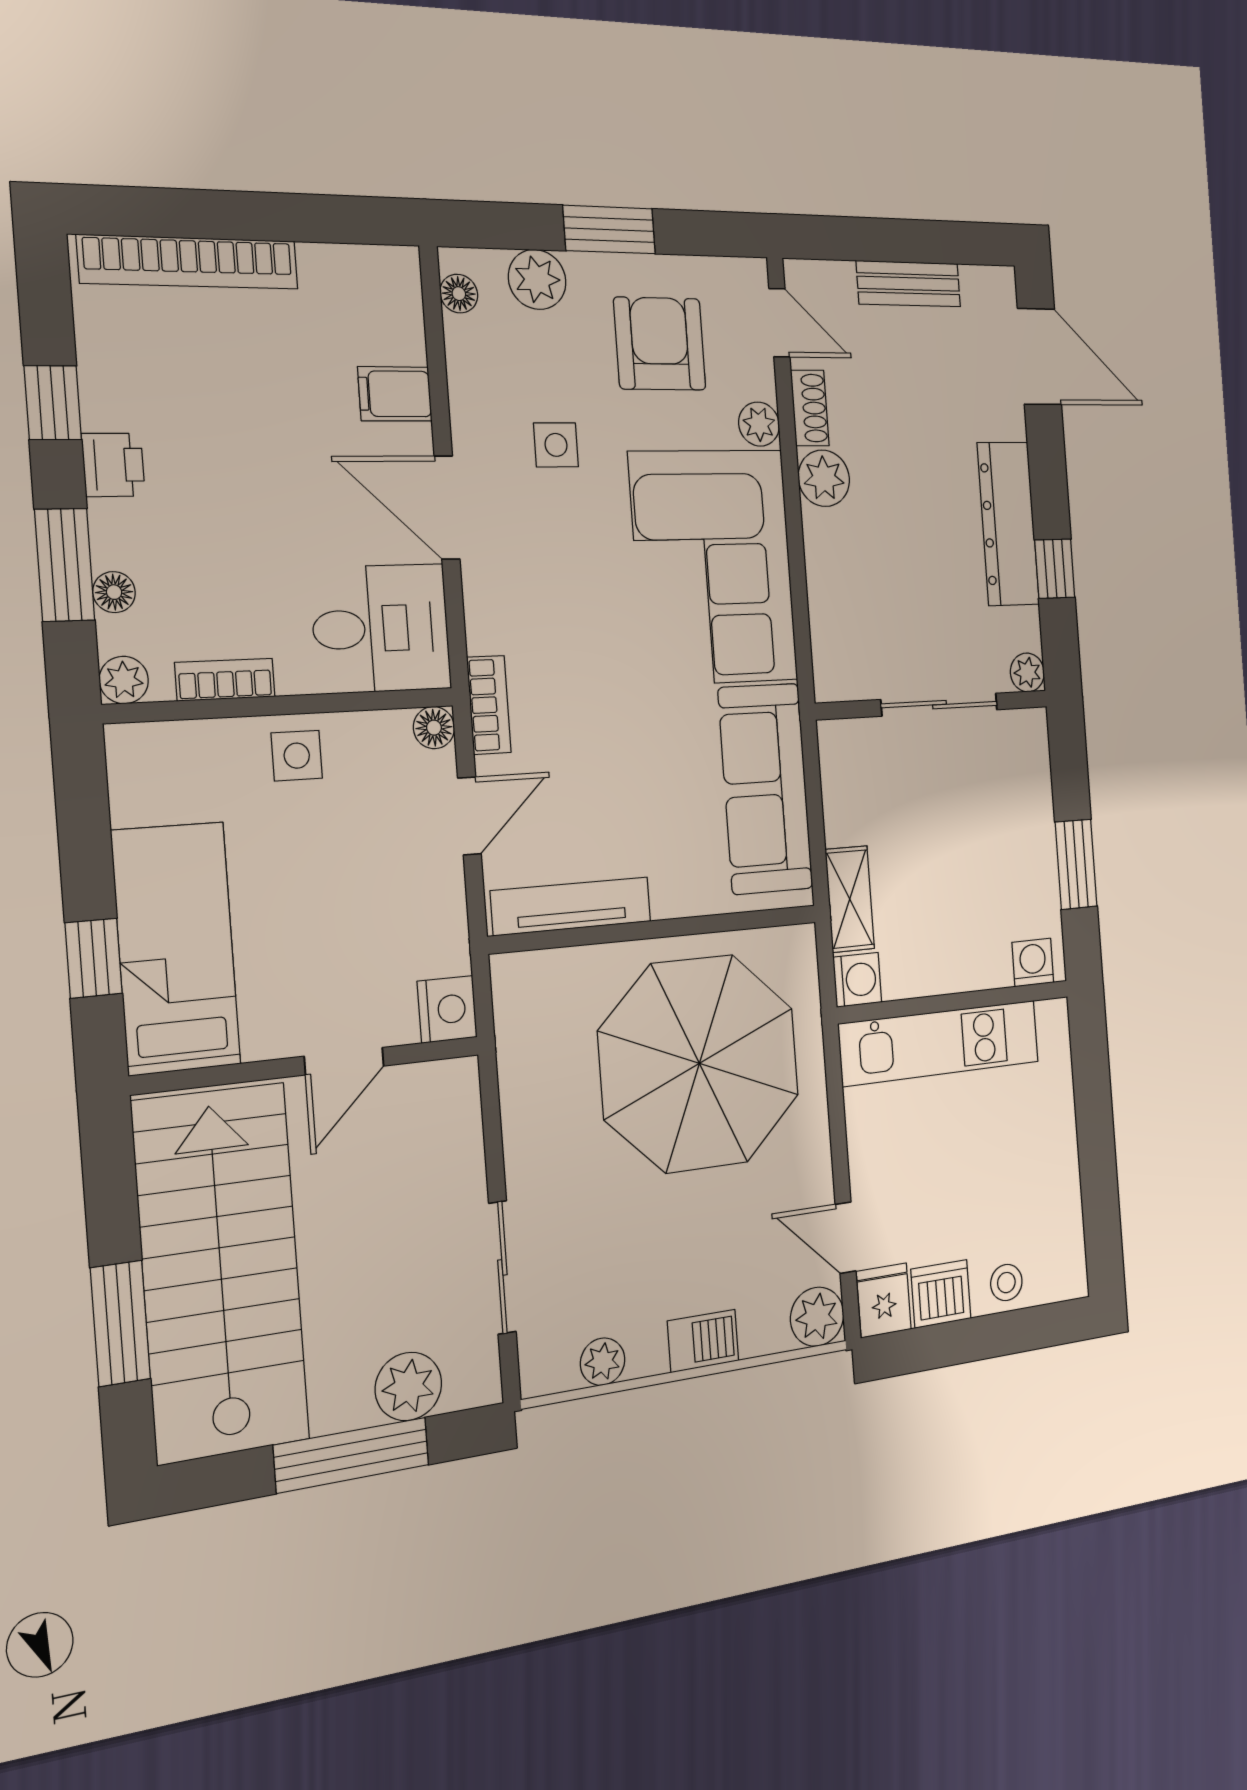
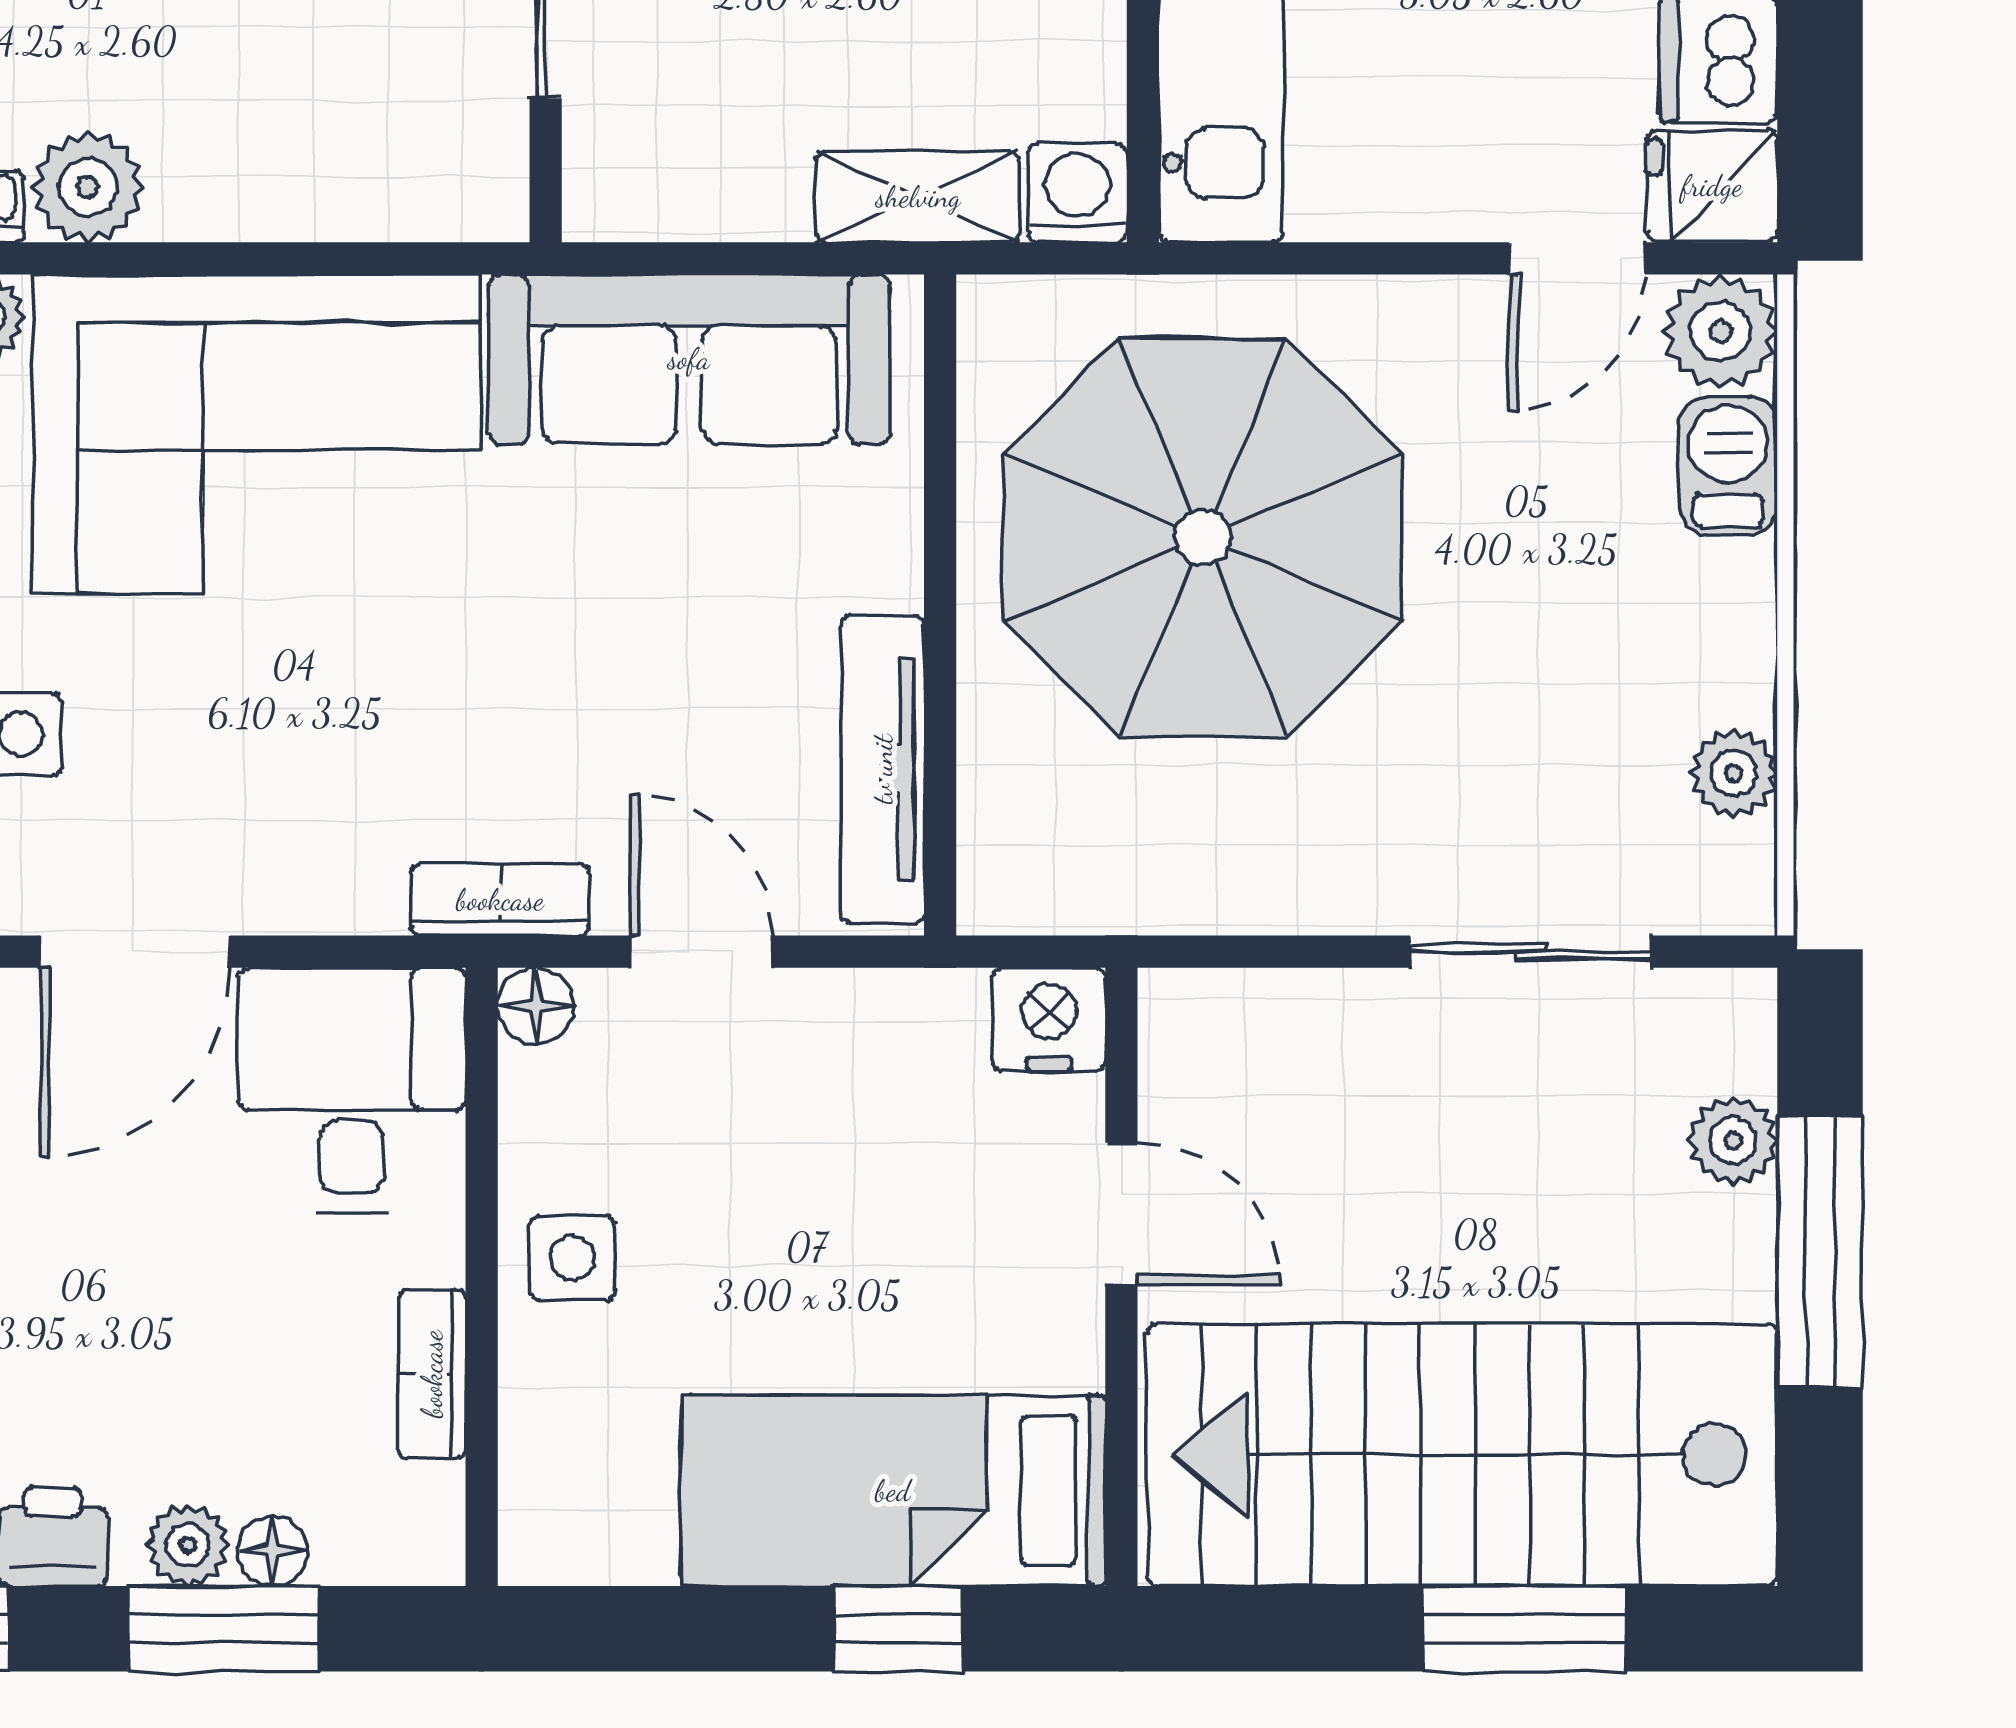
plant: (124, 680) -> (188, 1545), moved
barbecue: (703, 1341) -> (1728, 466), moved
plant: (408, 1386) -> (1733, 1141), width x0.73, depth x0.73

